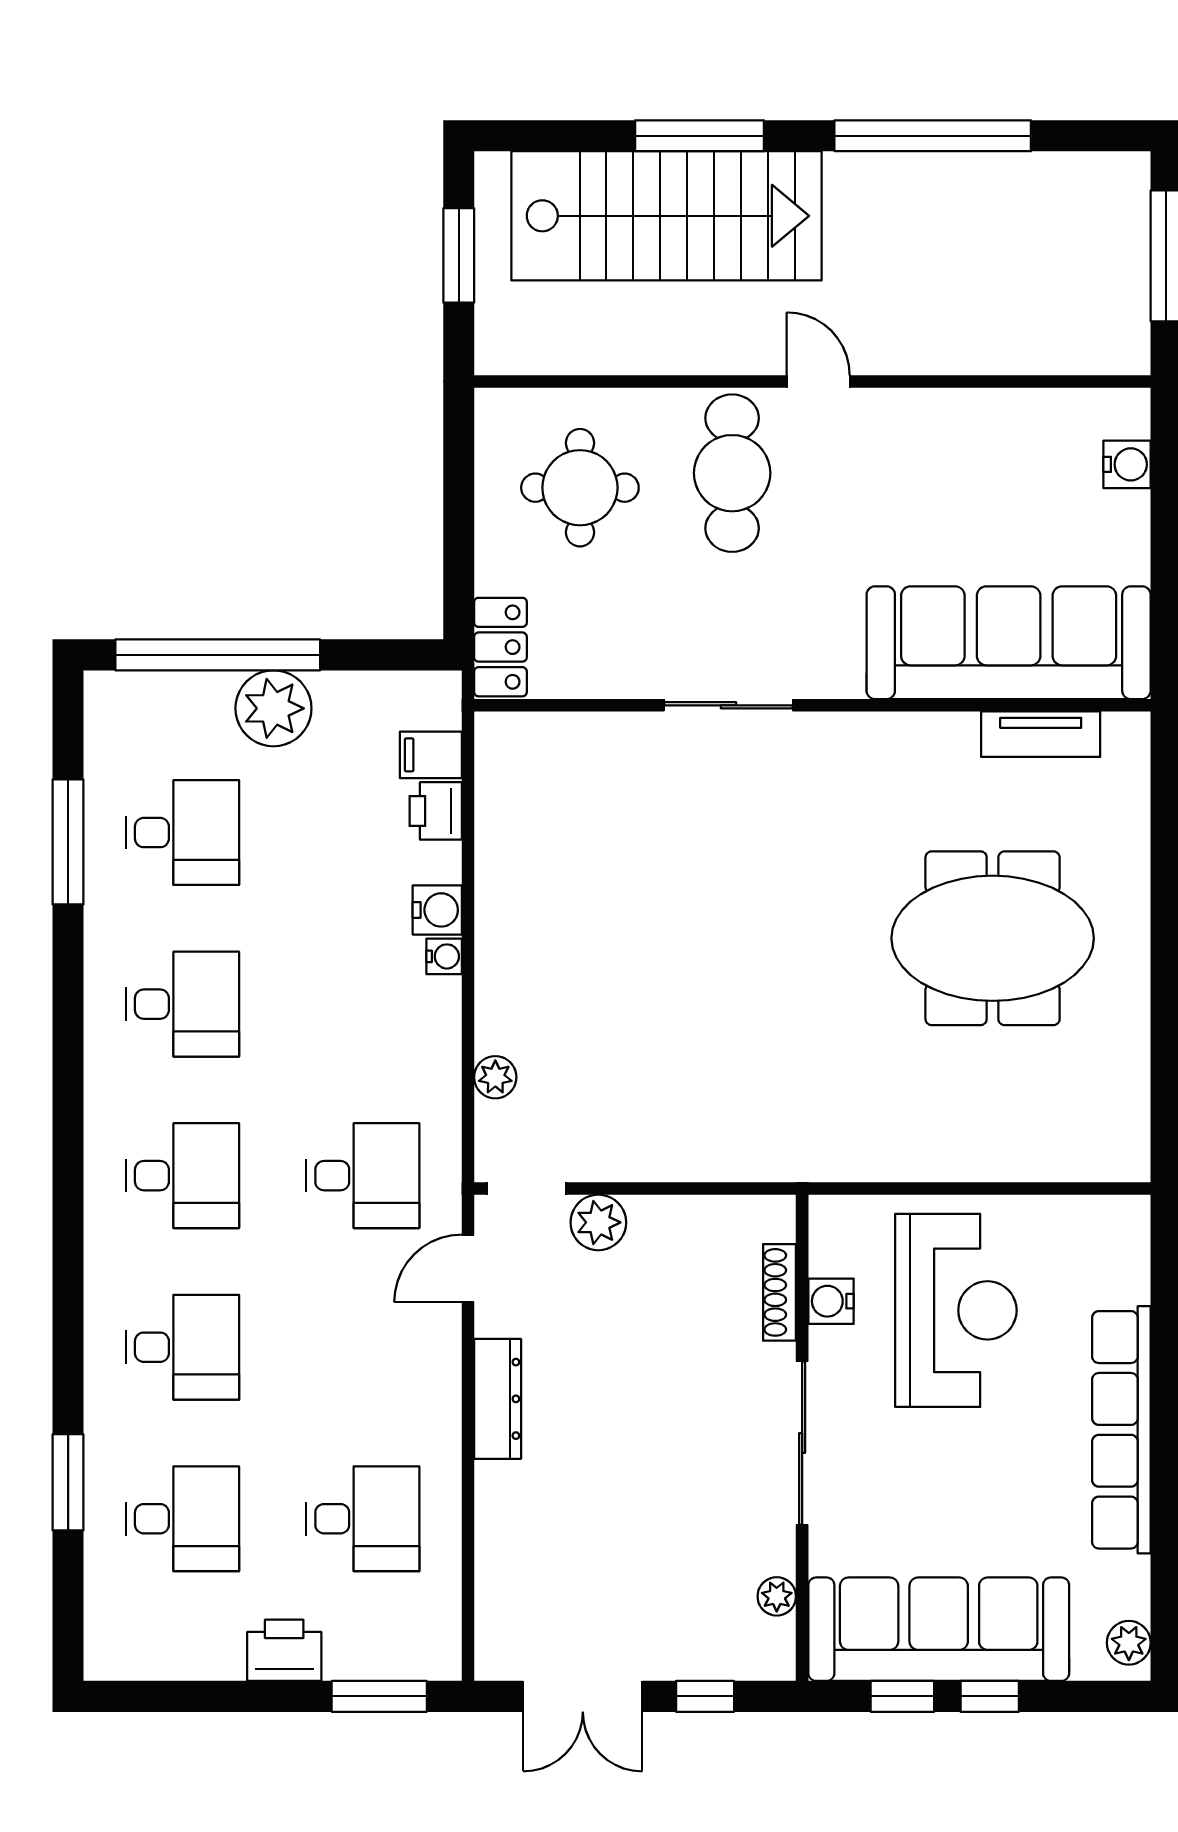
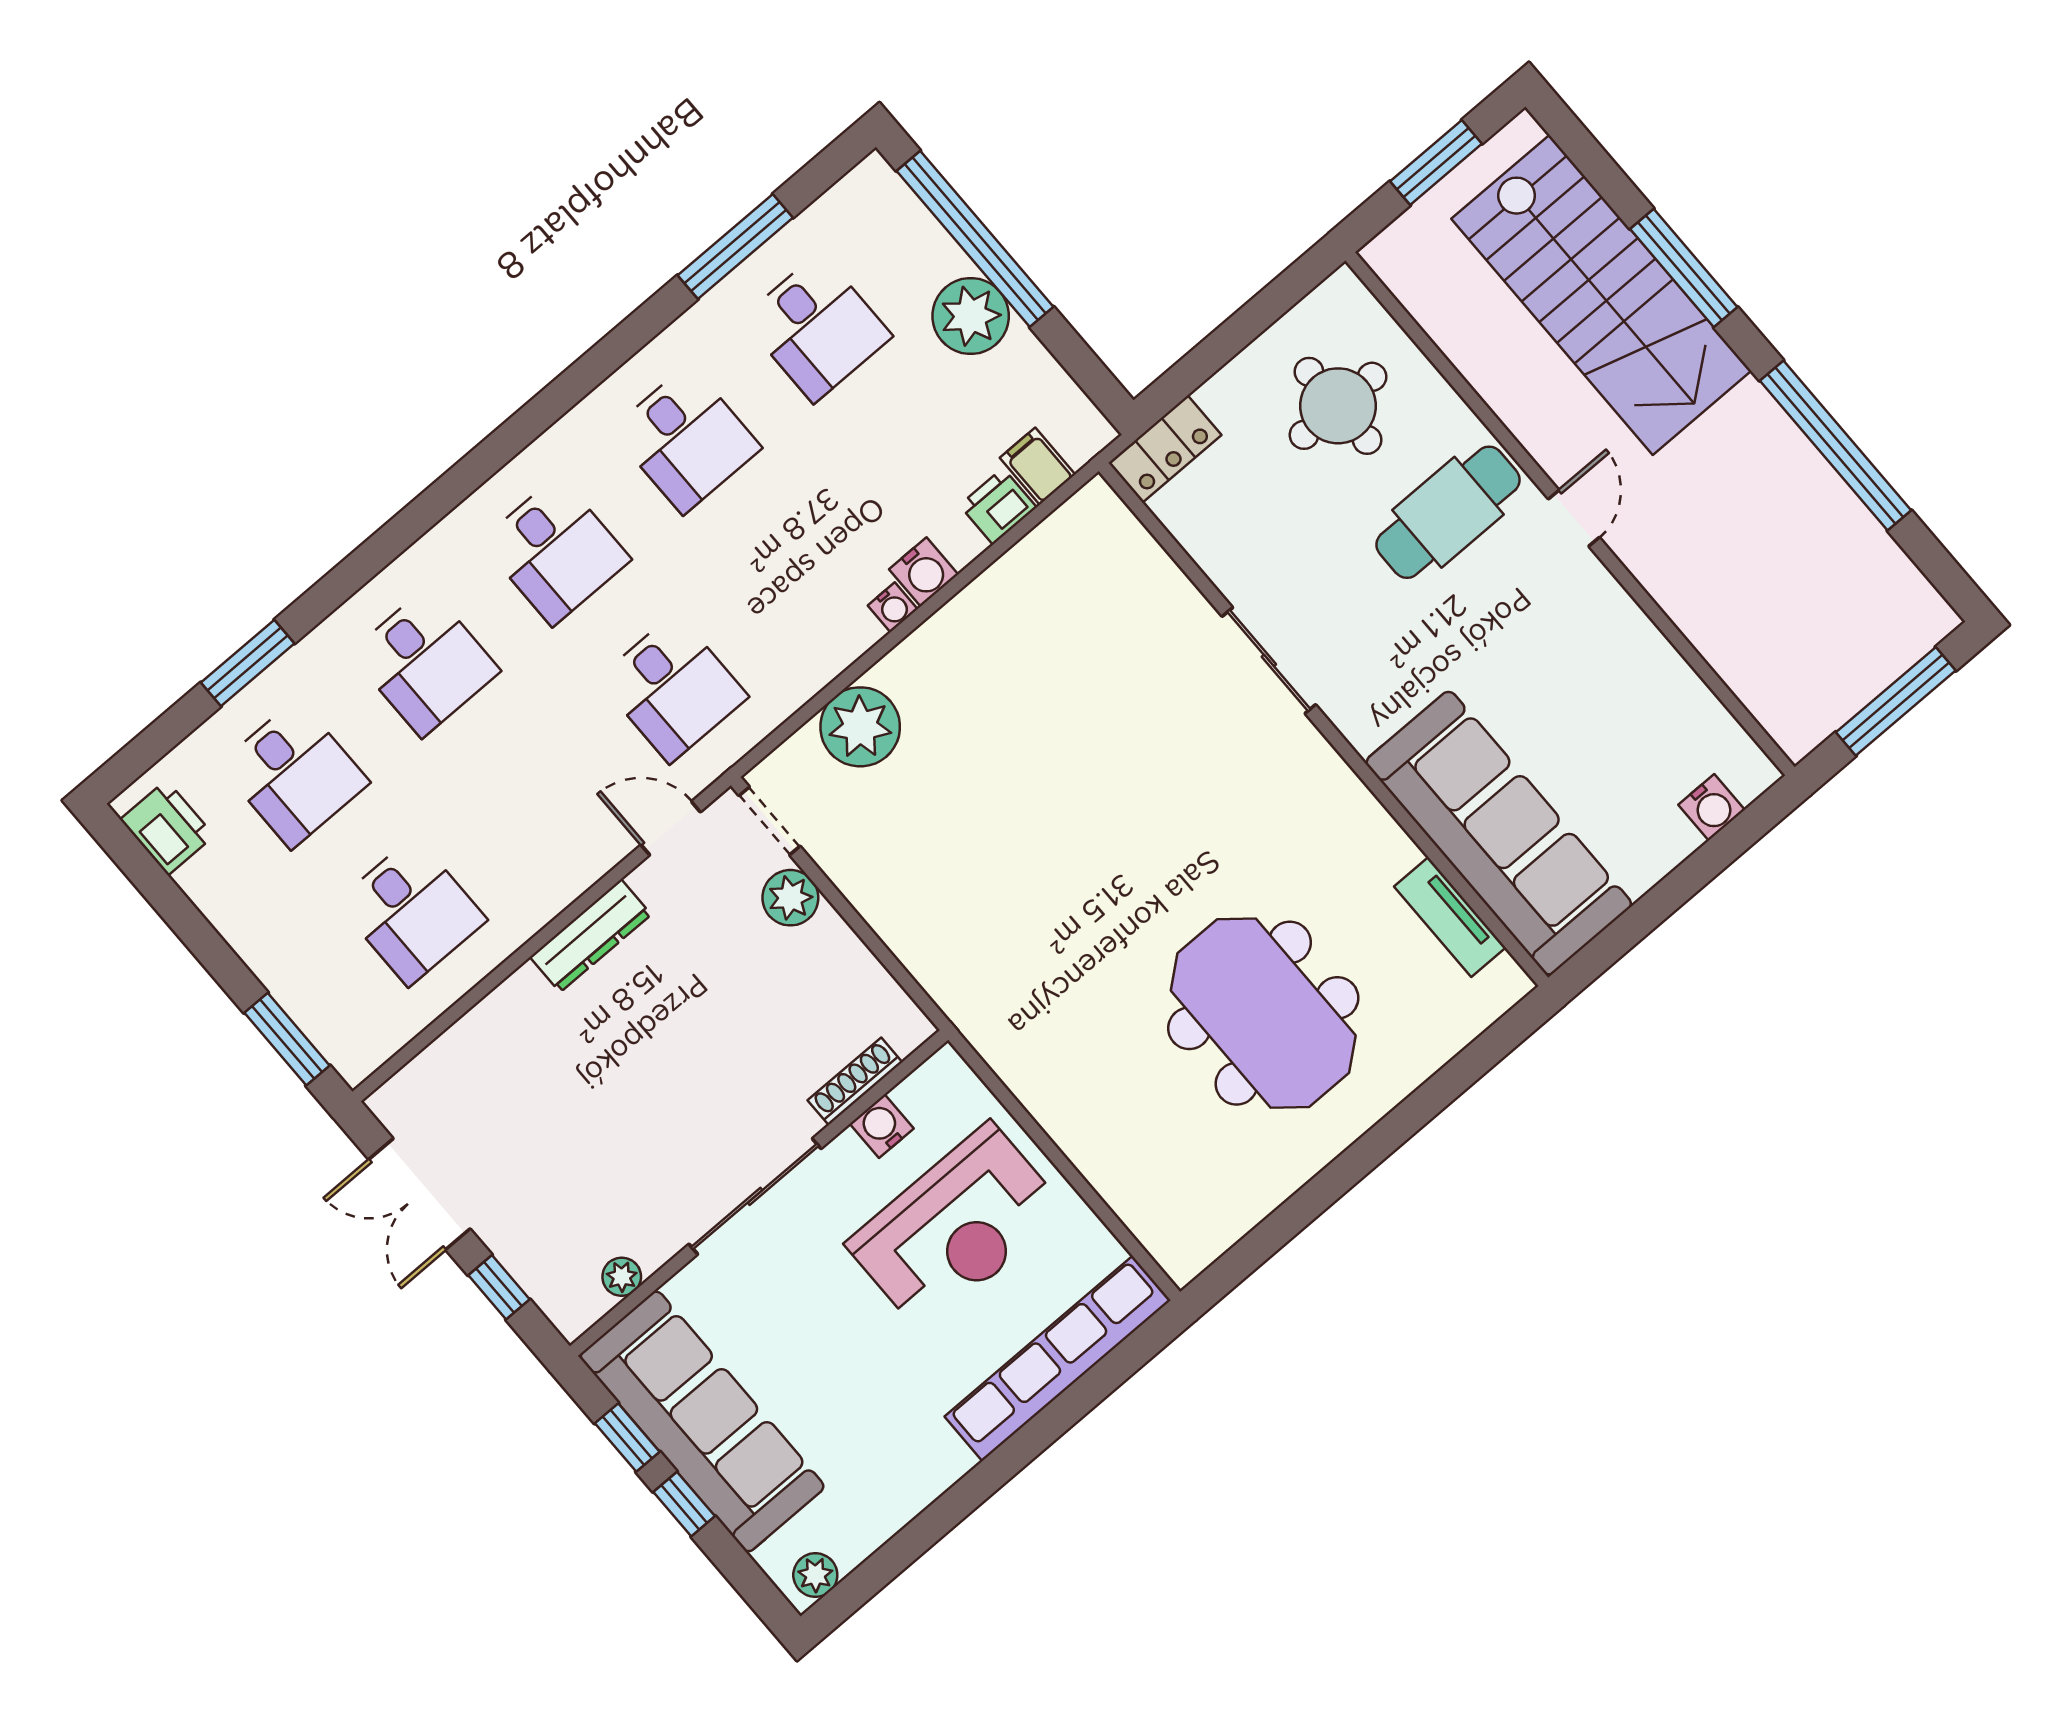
plant: (495, 1077) -> (860, 727), width x1.87, depth x1.87
row of seats: (1121, 1430) -> (1058, 1358), moved
printer: (284, 1650) -> (167, 828), moved

